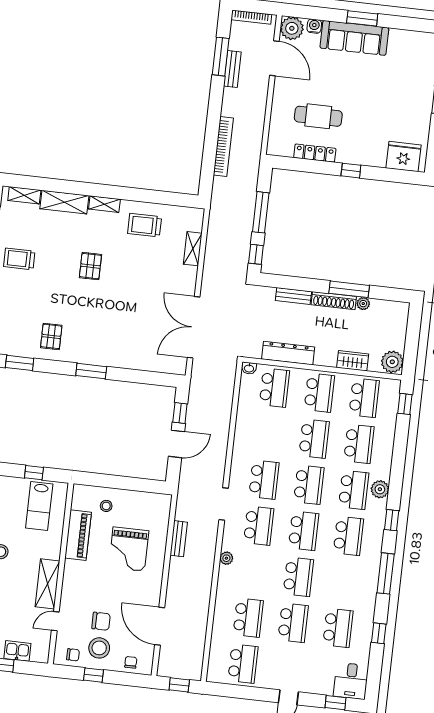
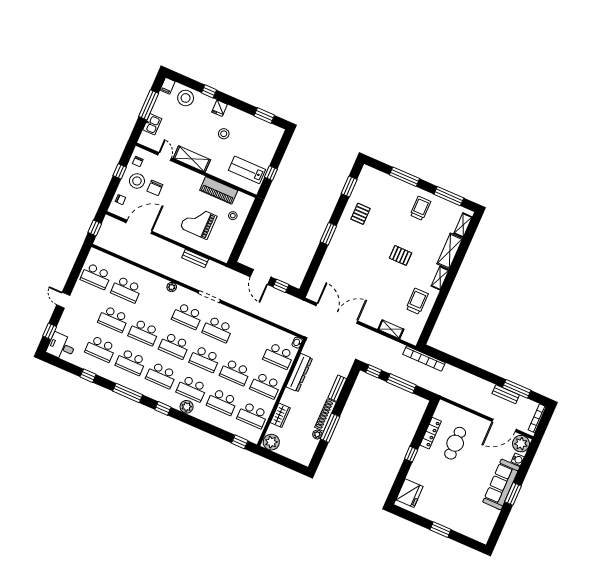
bookcase: (223, 146) -> (424, 358), moved
pallet: (51, 336) -> (361, 214), turned 90
school desk: (343, 582) -> (131, 362), added

